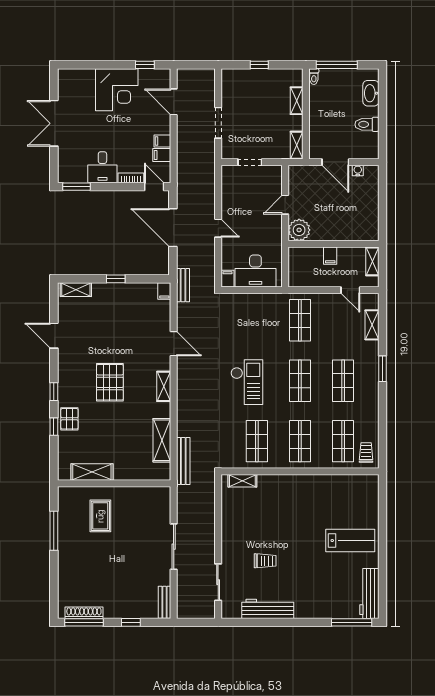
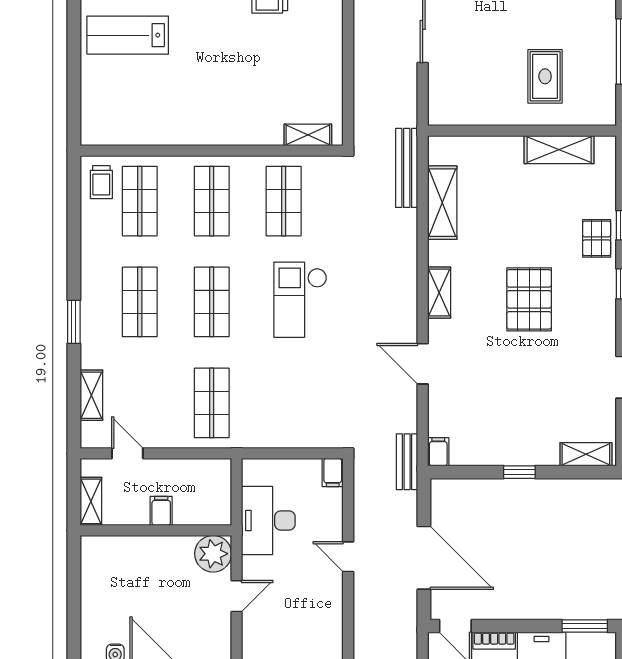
desk: (255, 271) -> (268, 521), moved, turned -90

